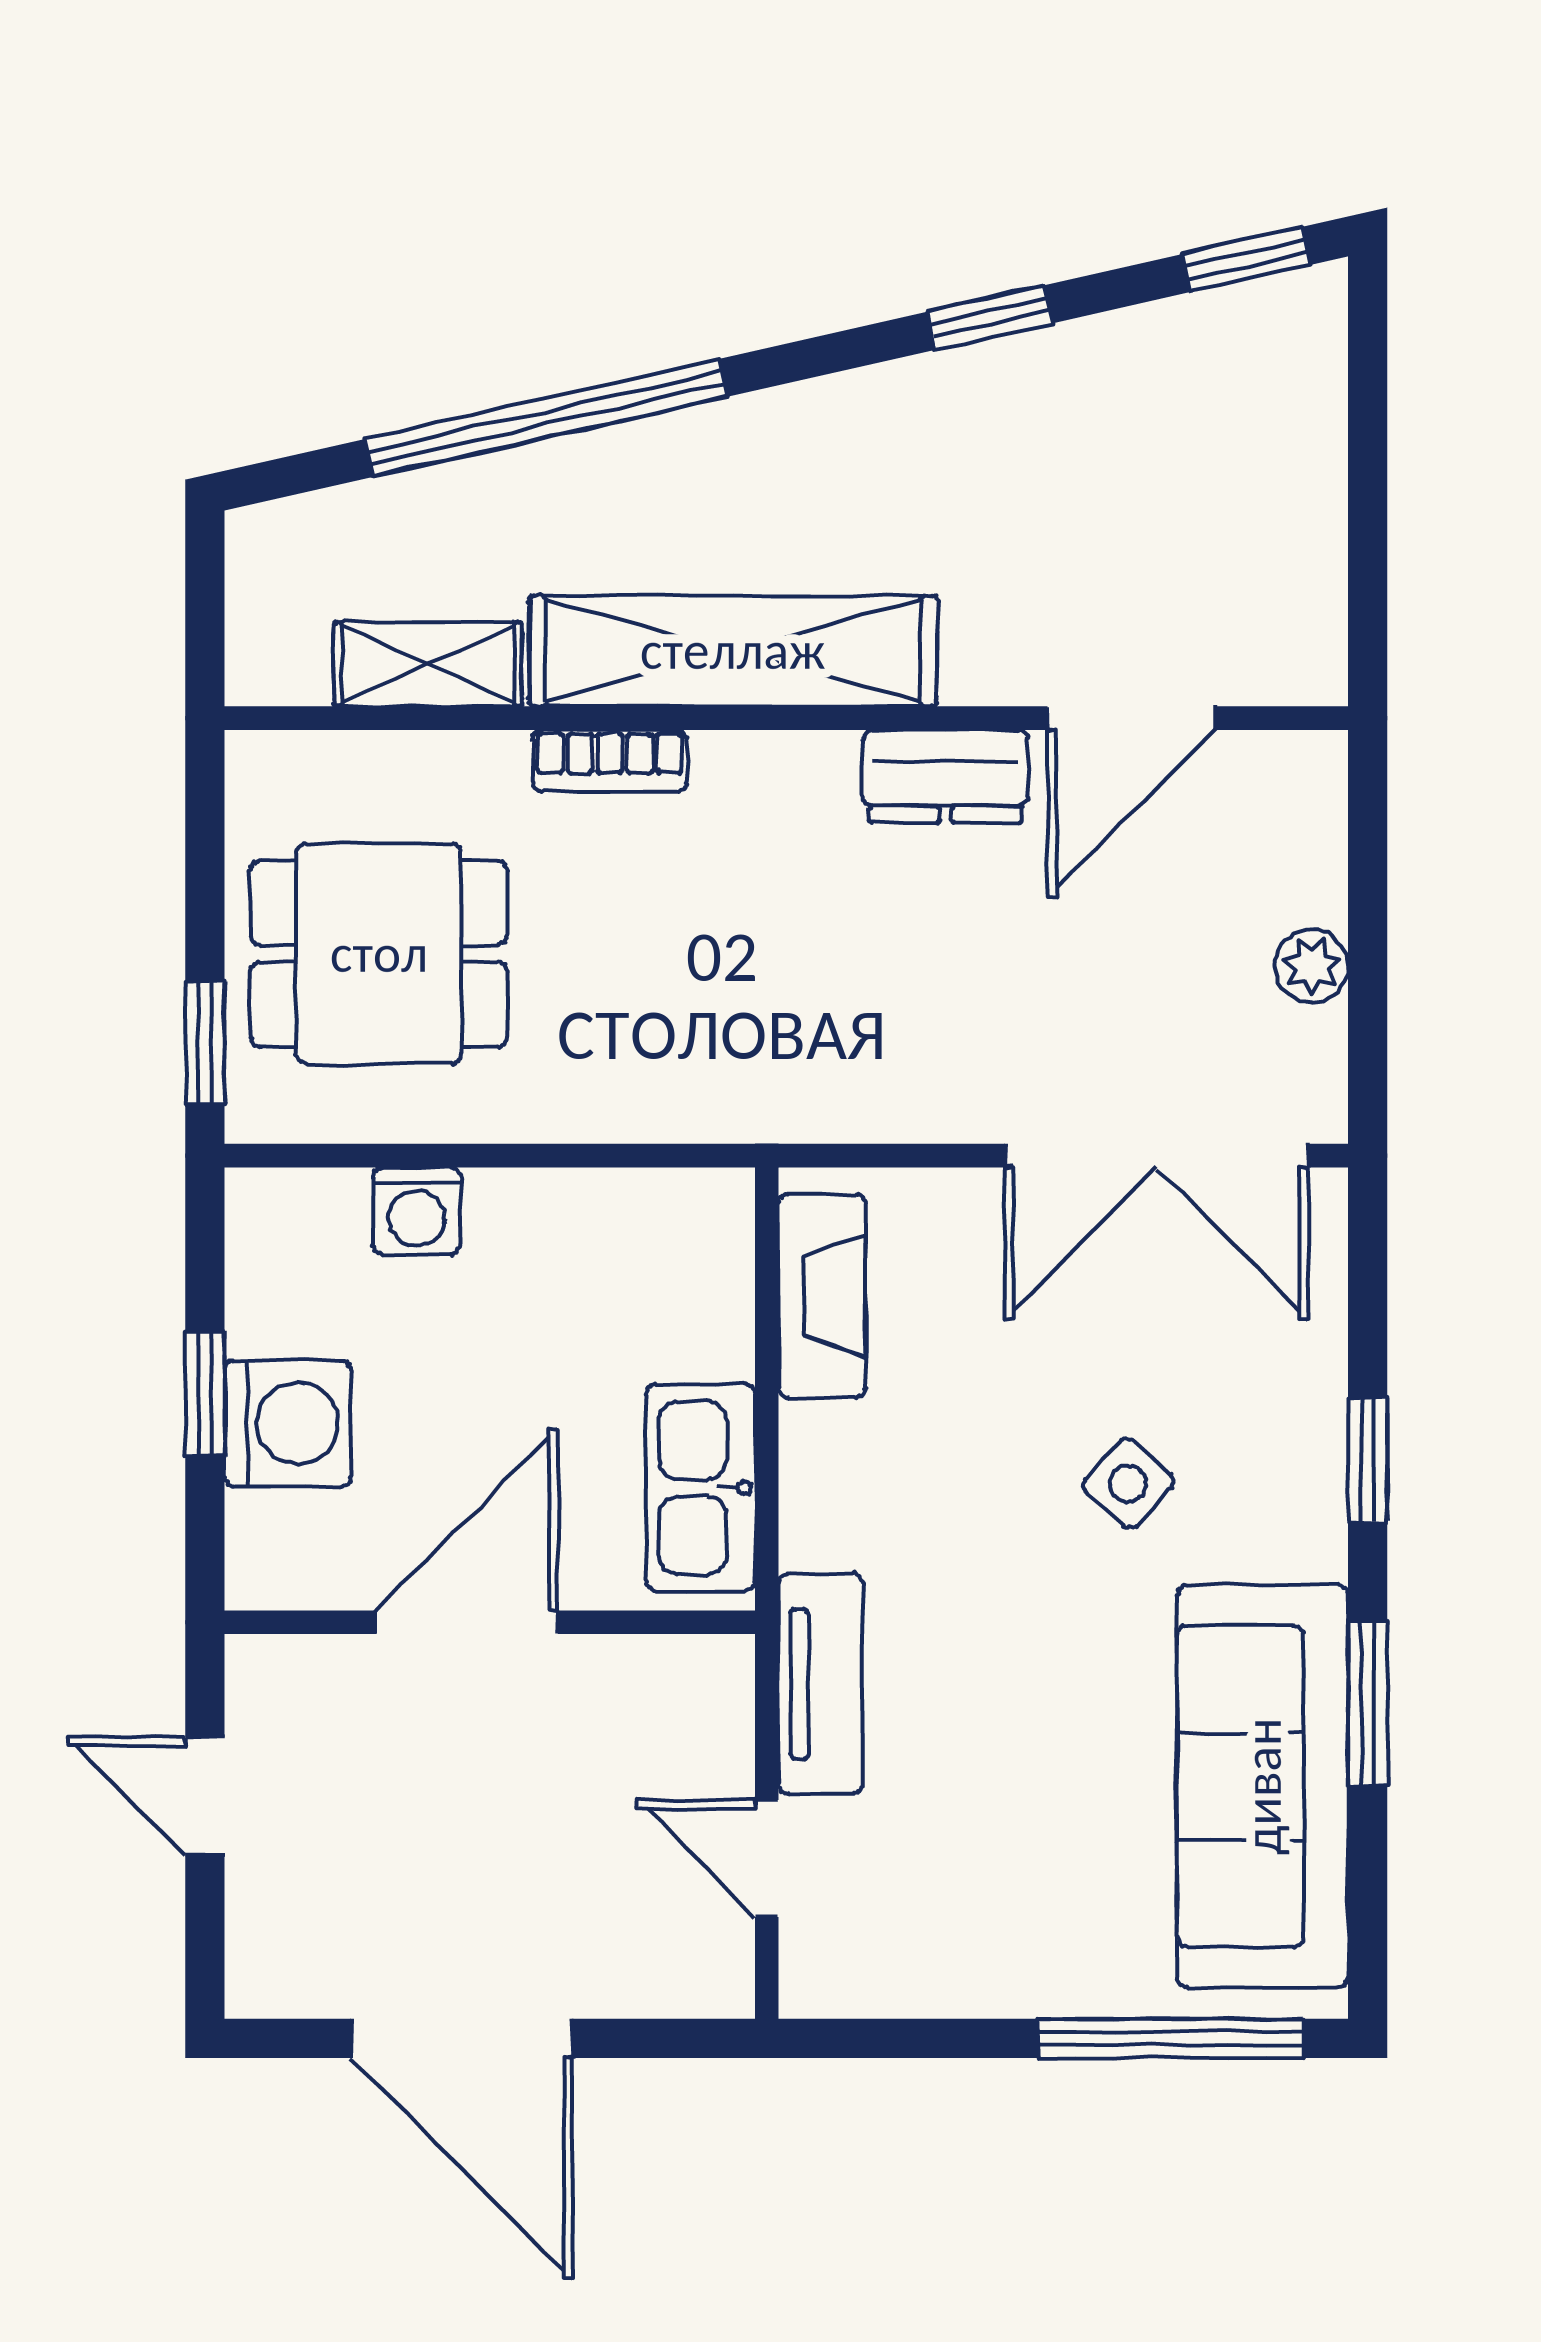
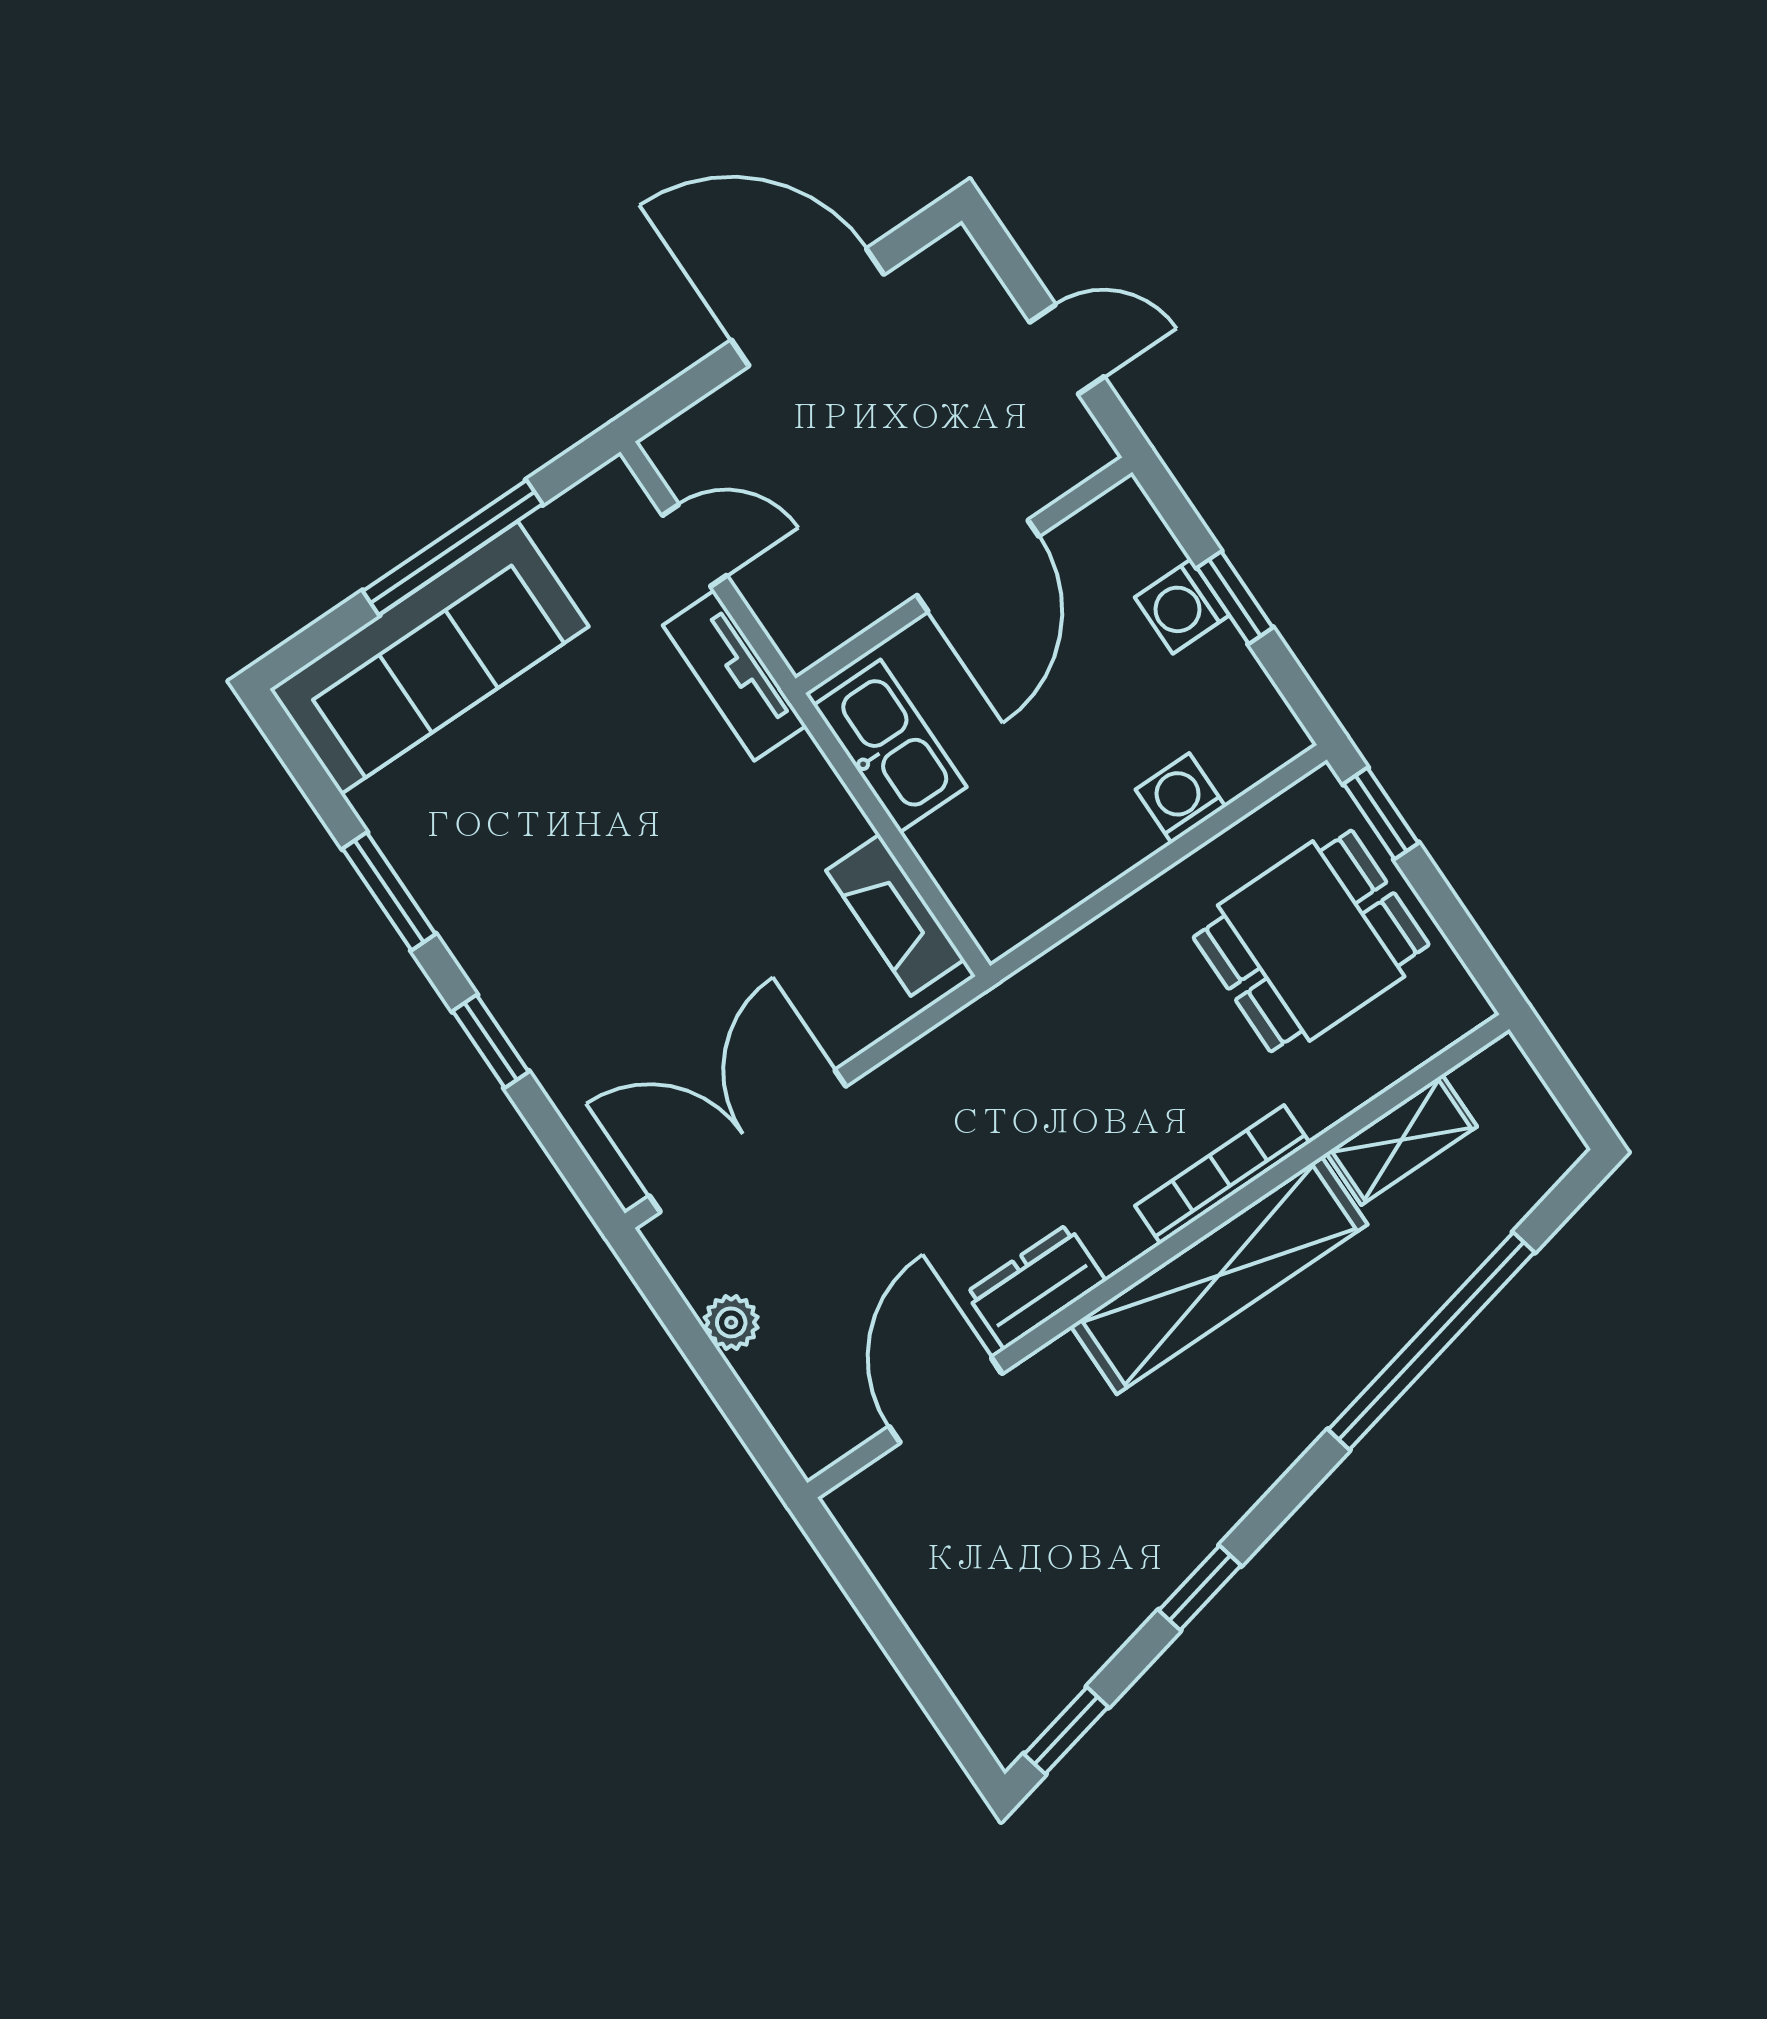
bookcase: (610, 761) -> (1222, 1174), width x1.56
washing machine: (288, 1423) -> (1182, 606), width x0.73, depth x0.73
side table: (1128, 1483) -> (628, 927), removed
sofa: (1263, 1786) -> (429, 658), moved, turned 90
window: (1171, 2038) -> (453, 548), moved

